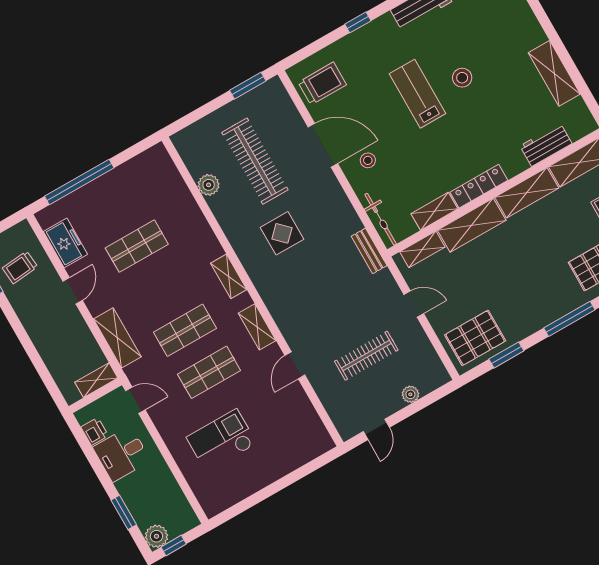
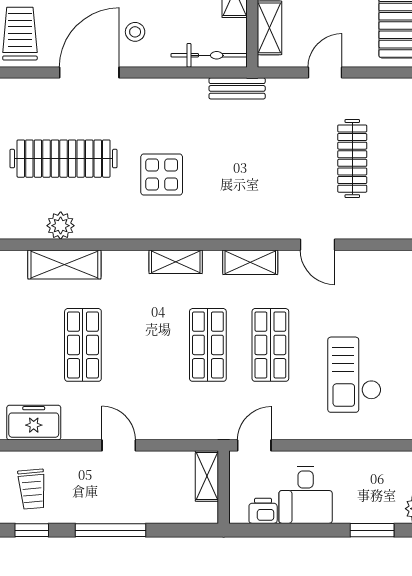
door: (73, 291) -> (119, 445), moved
window: (23, 336) -> (111, 530), added
shelving: (117, 338) -> (64, 264), moved

